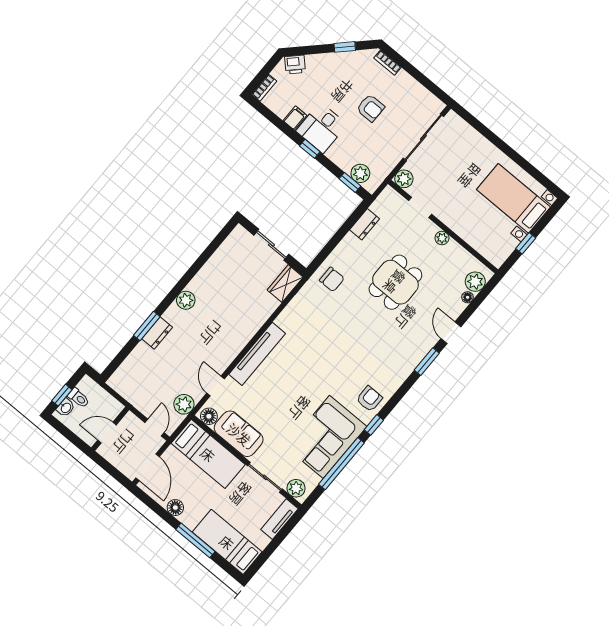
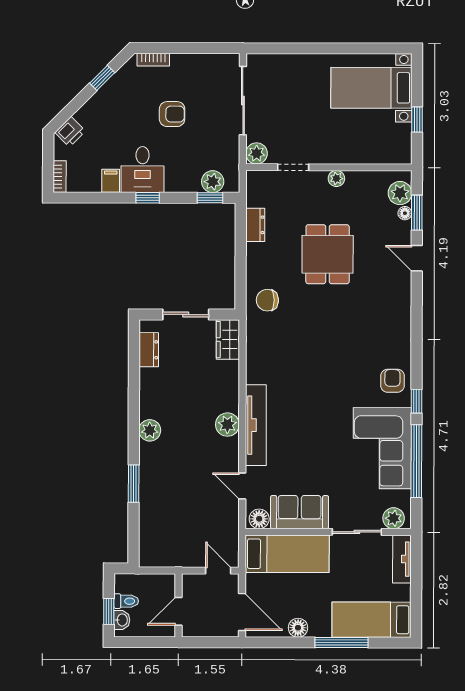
chair: (332, 279) -> (267, 300), turned 180
dresser: (157, 333) -> (149, 350), moved
window: (427, 362) -> (417, 213), moved
plant: (184, 404) -> (227, 425), moved

